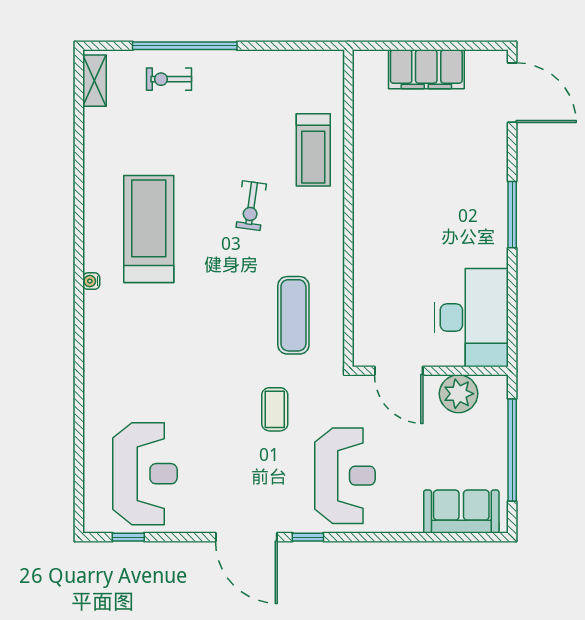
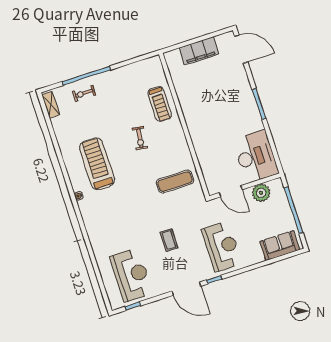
exercise mat: (293, 315) -> (175, 182), turned 90
coffee table: (275, 409) -> (169, 240), moved

